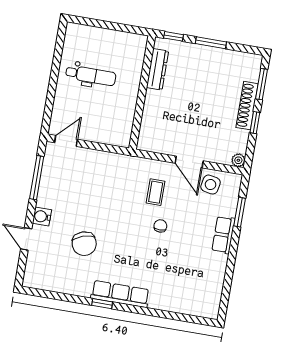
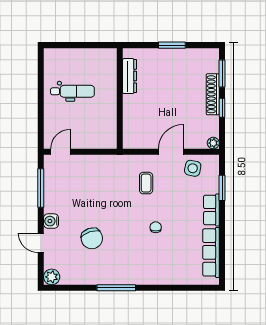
window: (173, 36) -> (139, 45), removed
door: (189, 162) -> (171, 152), swing flipped
chair: (160, 226) -> (156, 227), moved
plant: (32, 279) -> (52, 277), added
row of seats: (120, 294) -> (211, 252), moved, turned -90
window: (102, 304) -> (116, 288), width x2.17

